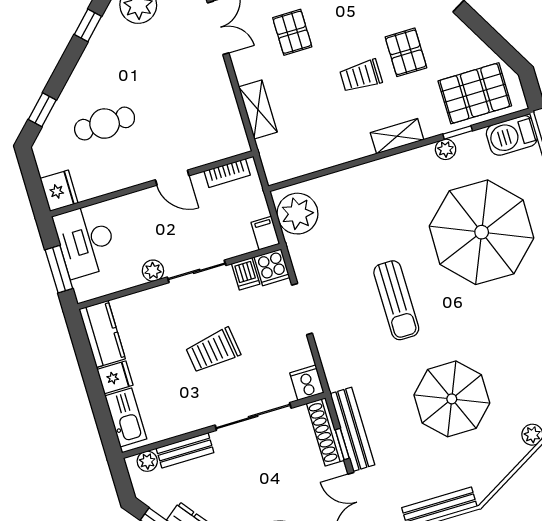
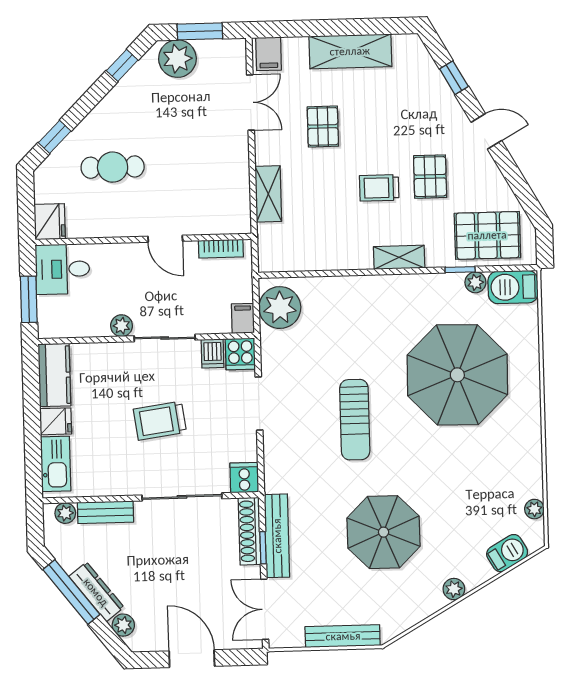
plant: (446, 149) -> (475, 282), moved
desk: (86, 241) -> (63, 269), width x0.73

